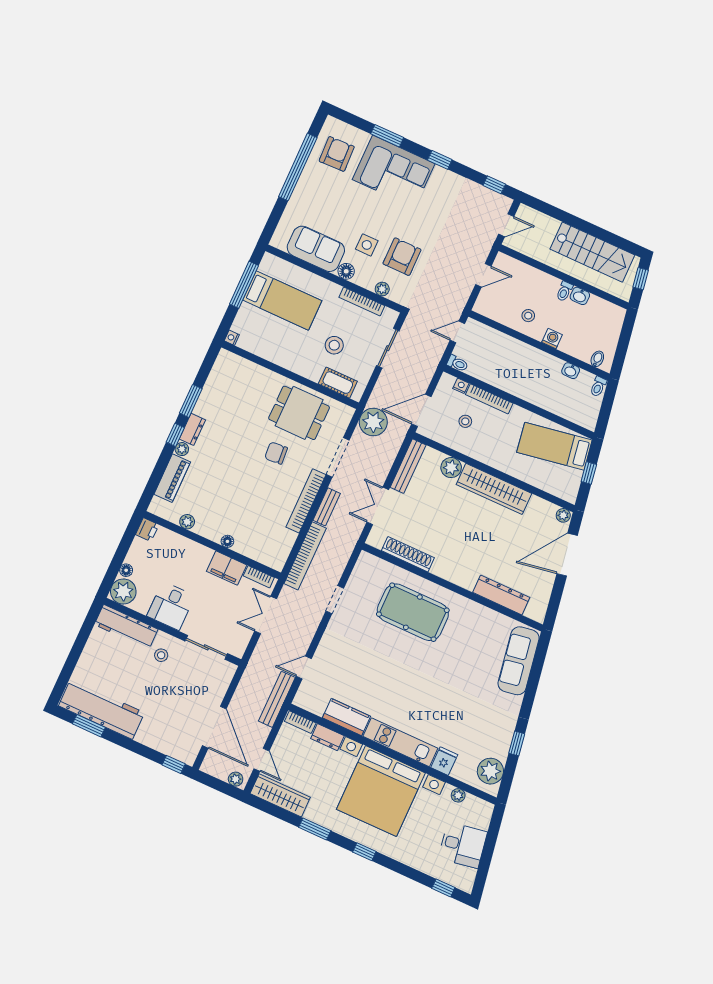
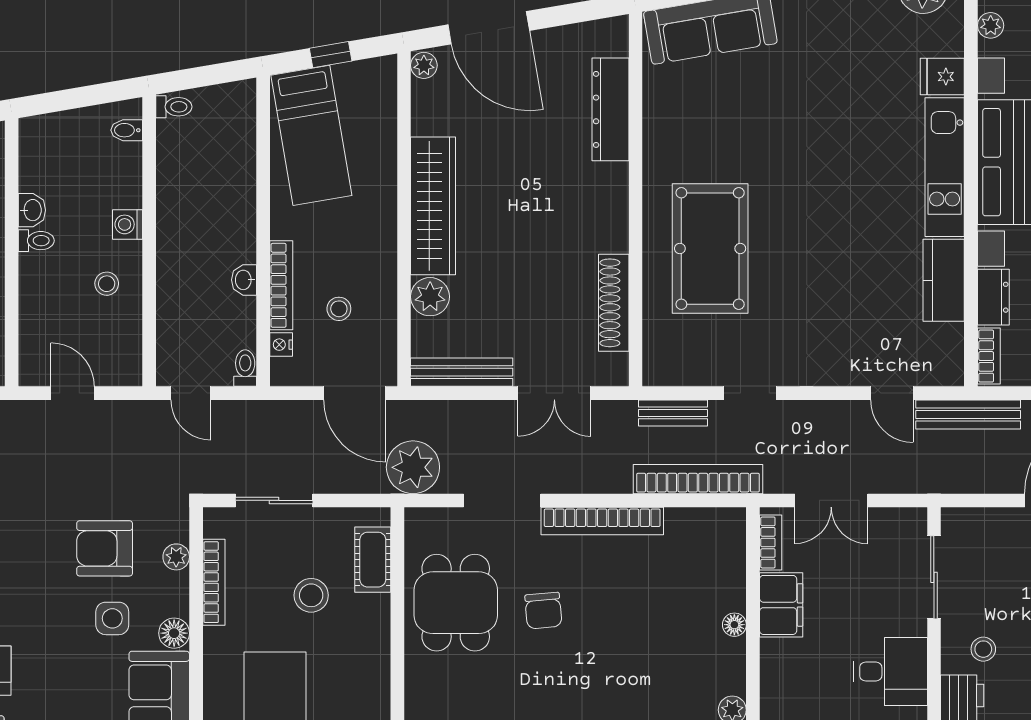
washbasin: (571, 371) -> (244, 280), moved, turned 180
bench: (327, 507) -> (673, 413), moved

